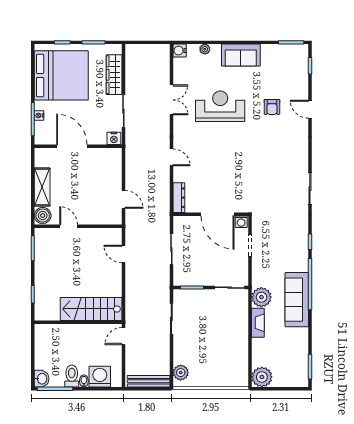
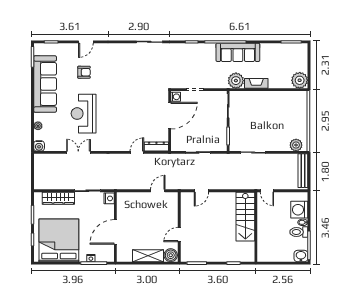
sofa: (241, 55) -> (45, 84), width x1.85, depth x1.27
door: (171, 157) -> (137, 152), moved

